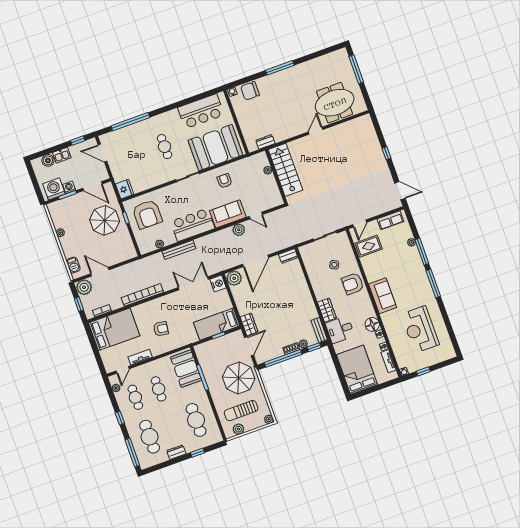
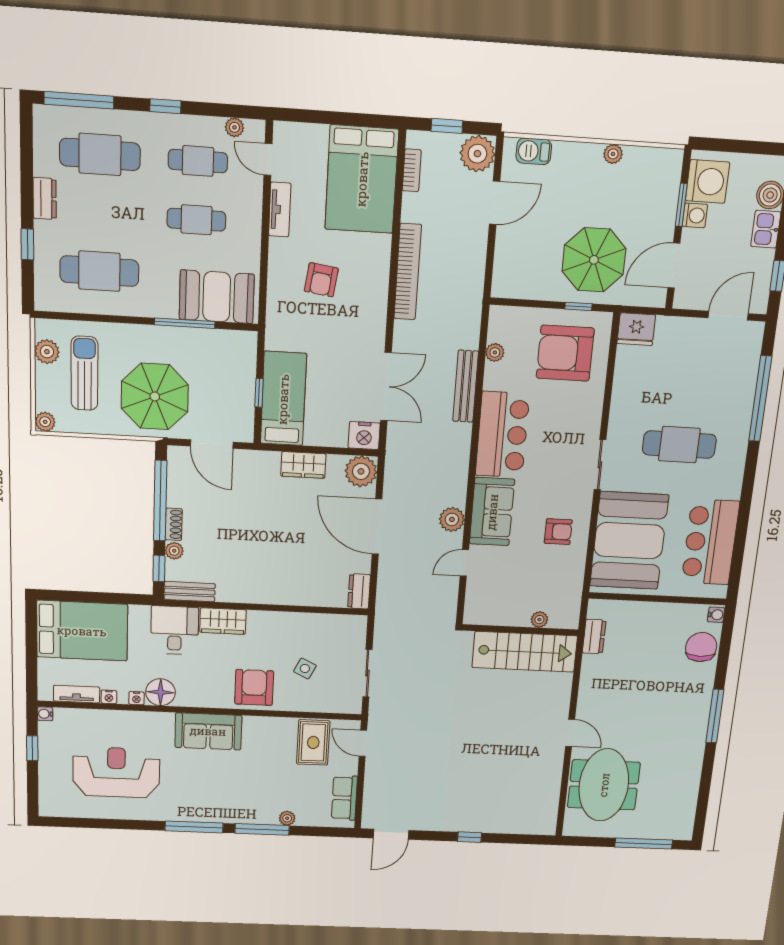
cafe table: (164, 147) -> (679, 445), width x1.37, depth x1.35
wardrobe: (249, 324) -> (303, 465), moved

